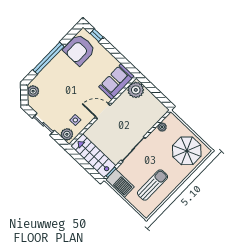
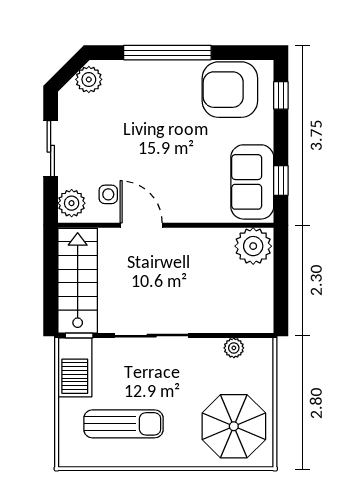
window: (123, 61) -> (281, 180), added
sofa: (117, 82) -> (252, 182), moved, turned -90
door: (103, 111) -> (141, 225), moved

